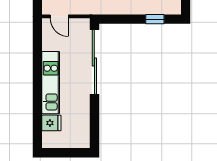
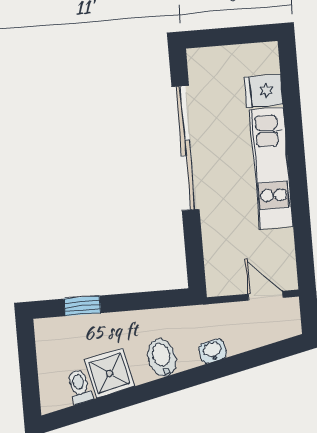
sliding door: (94, 62) -> (185, 148), moved

